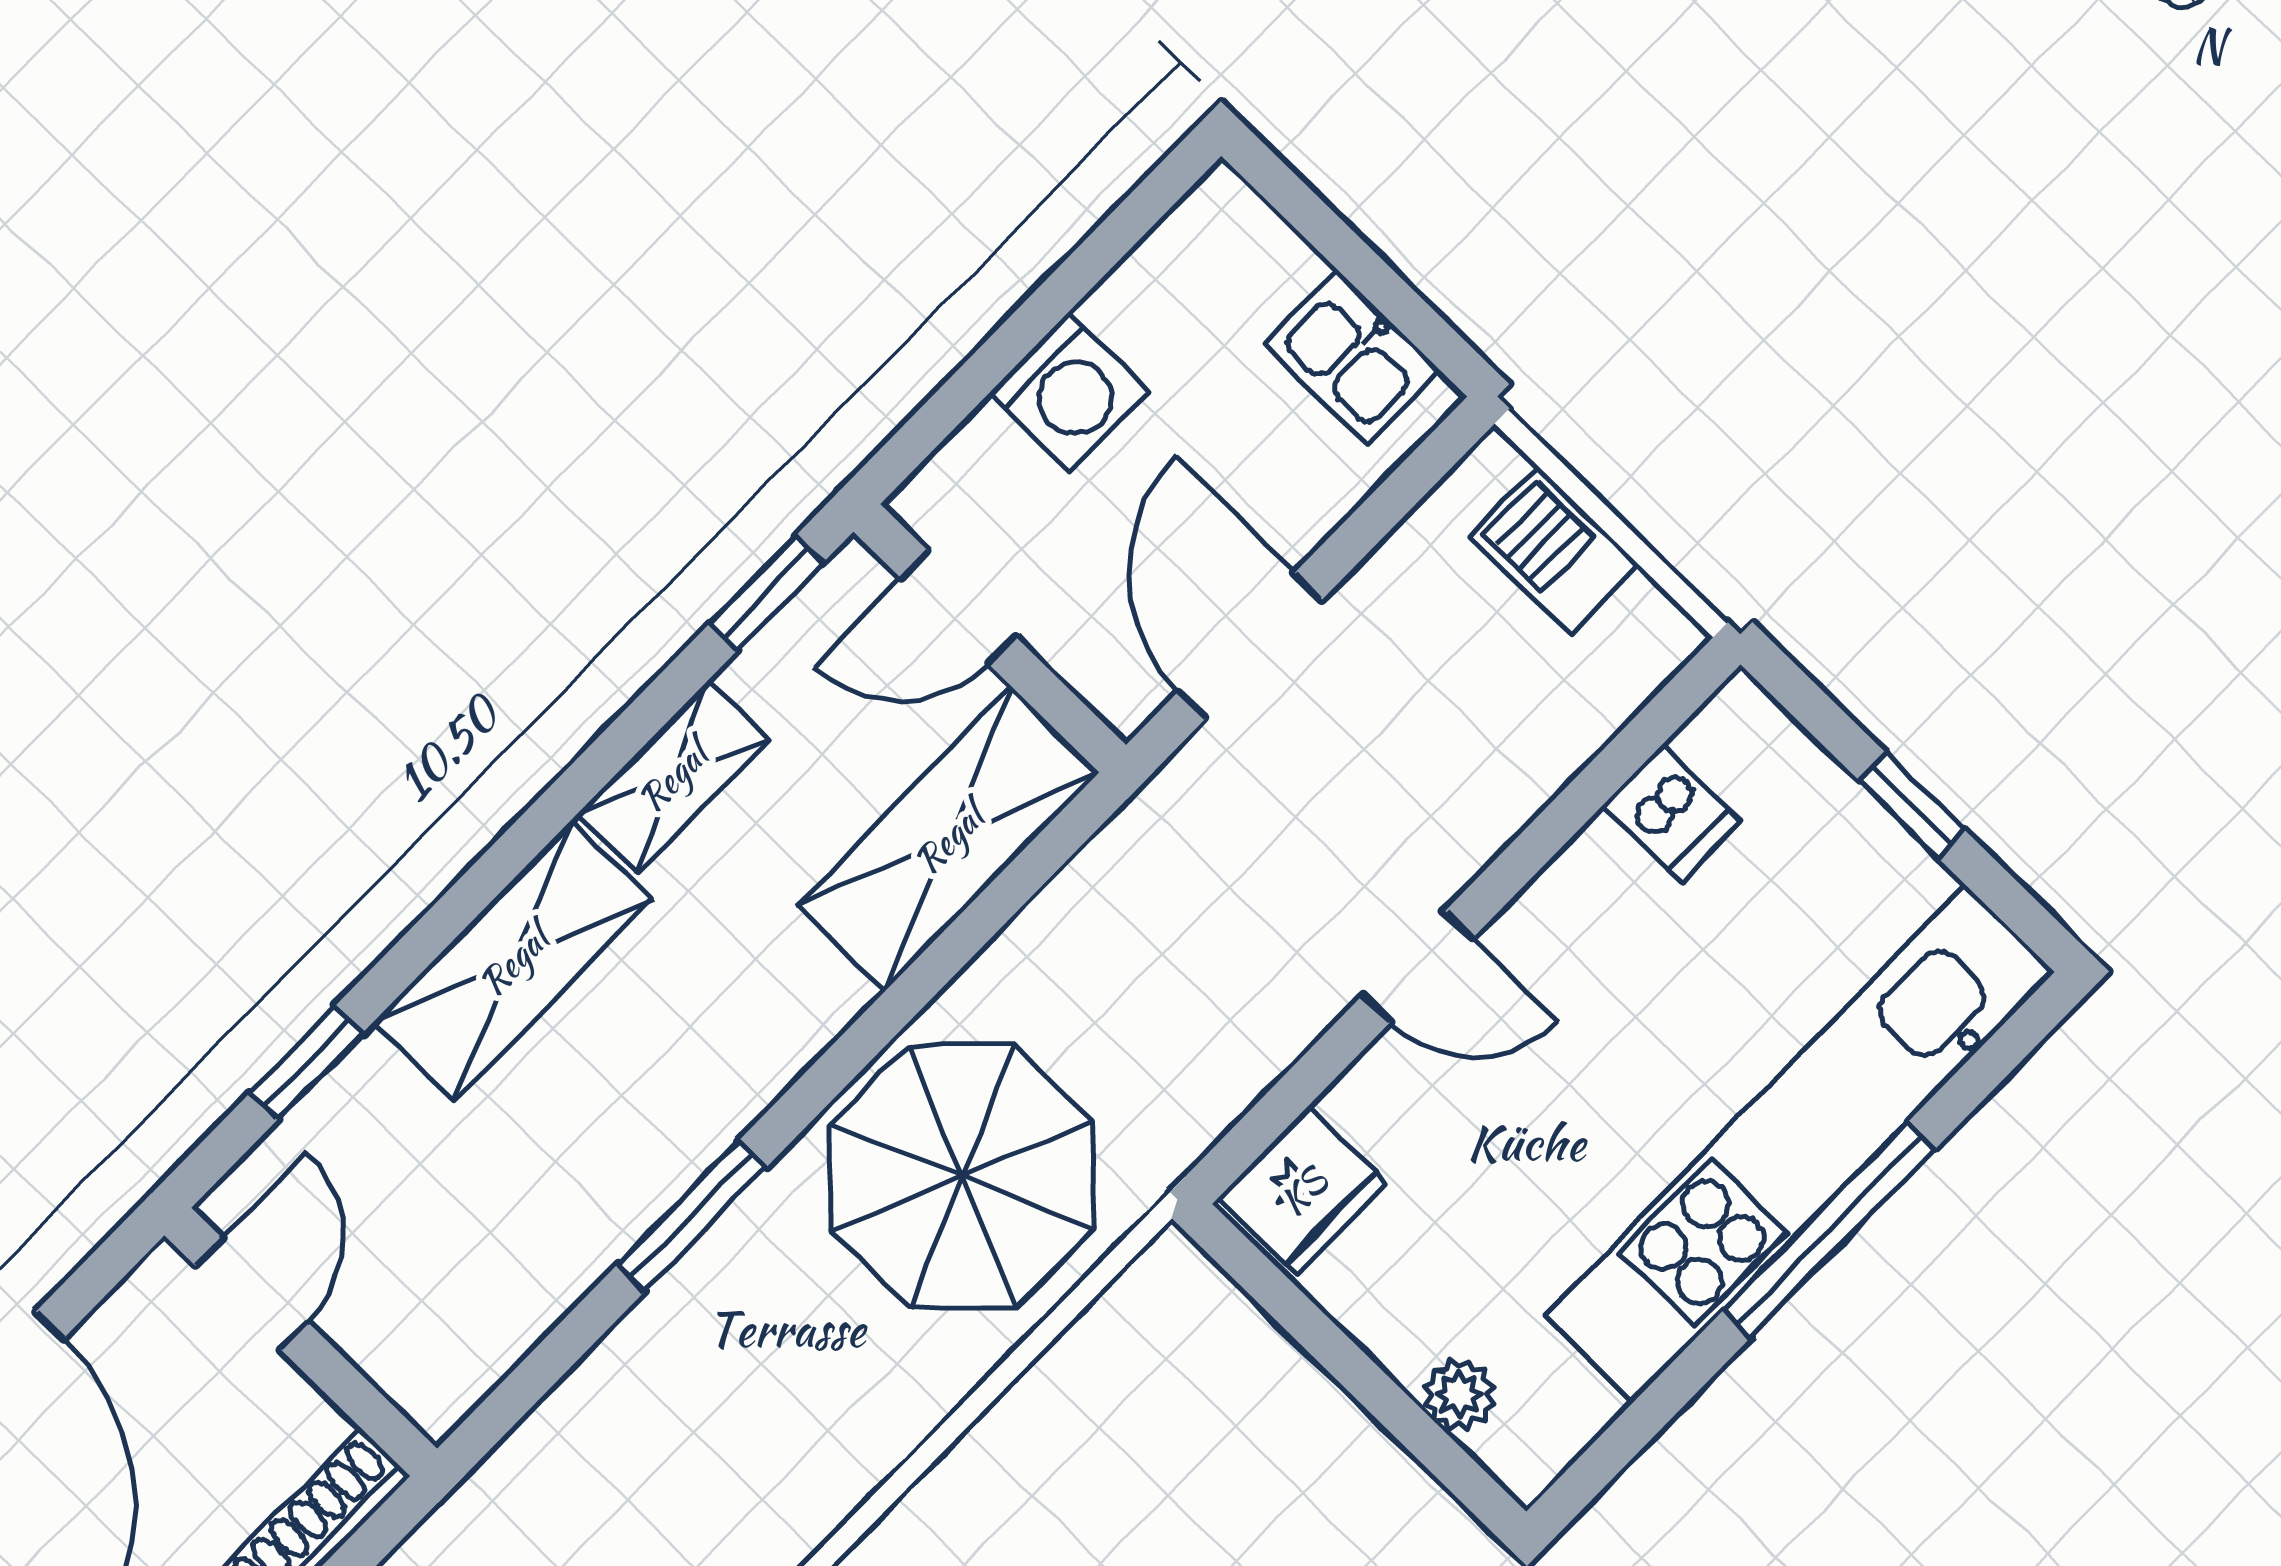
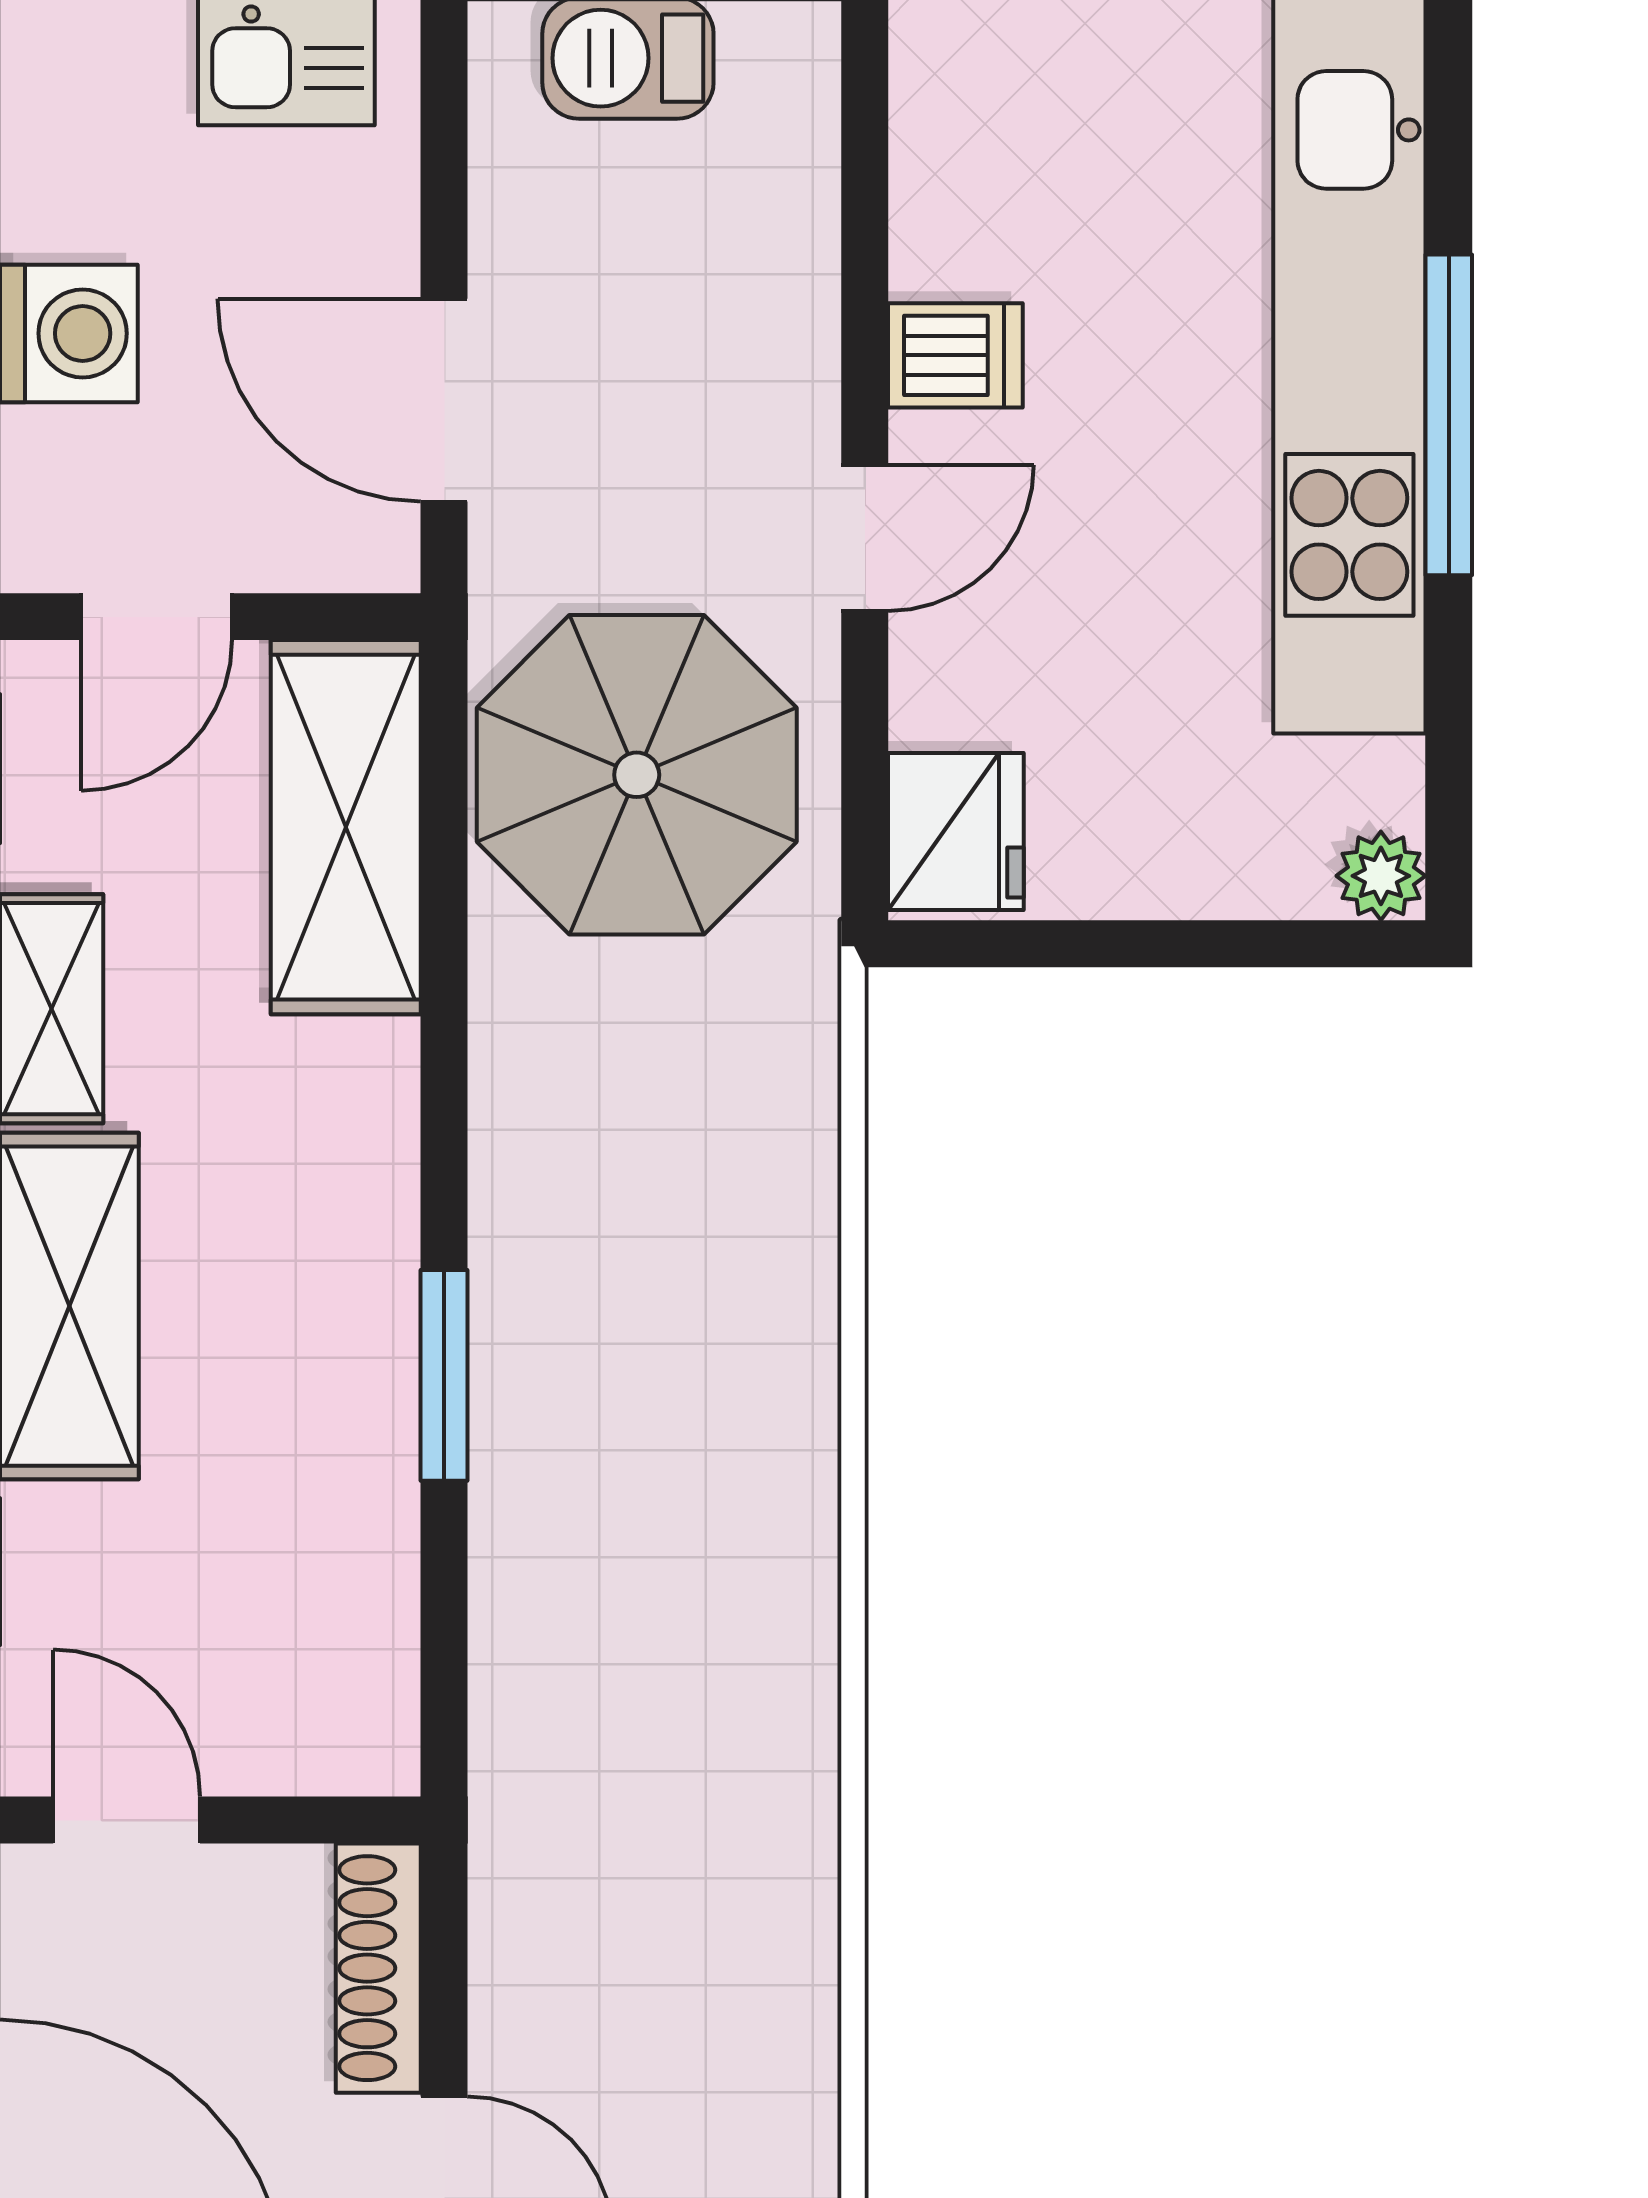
dishwasher: (1672, 813) -> (955, 355), moved
parasol: (962, 1177) -> (637, 775), moved
plant: (1459, 1395) -> (1381, 876), moved

